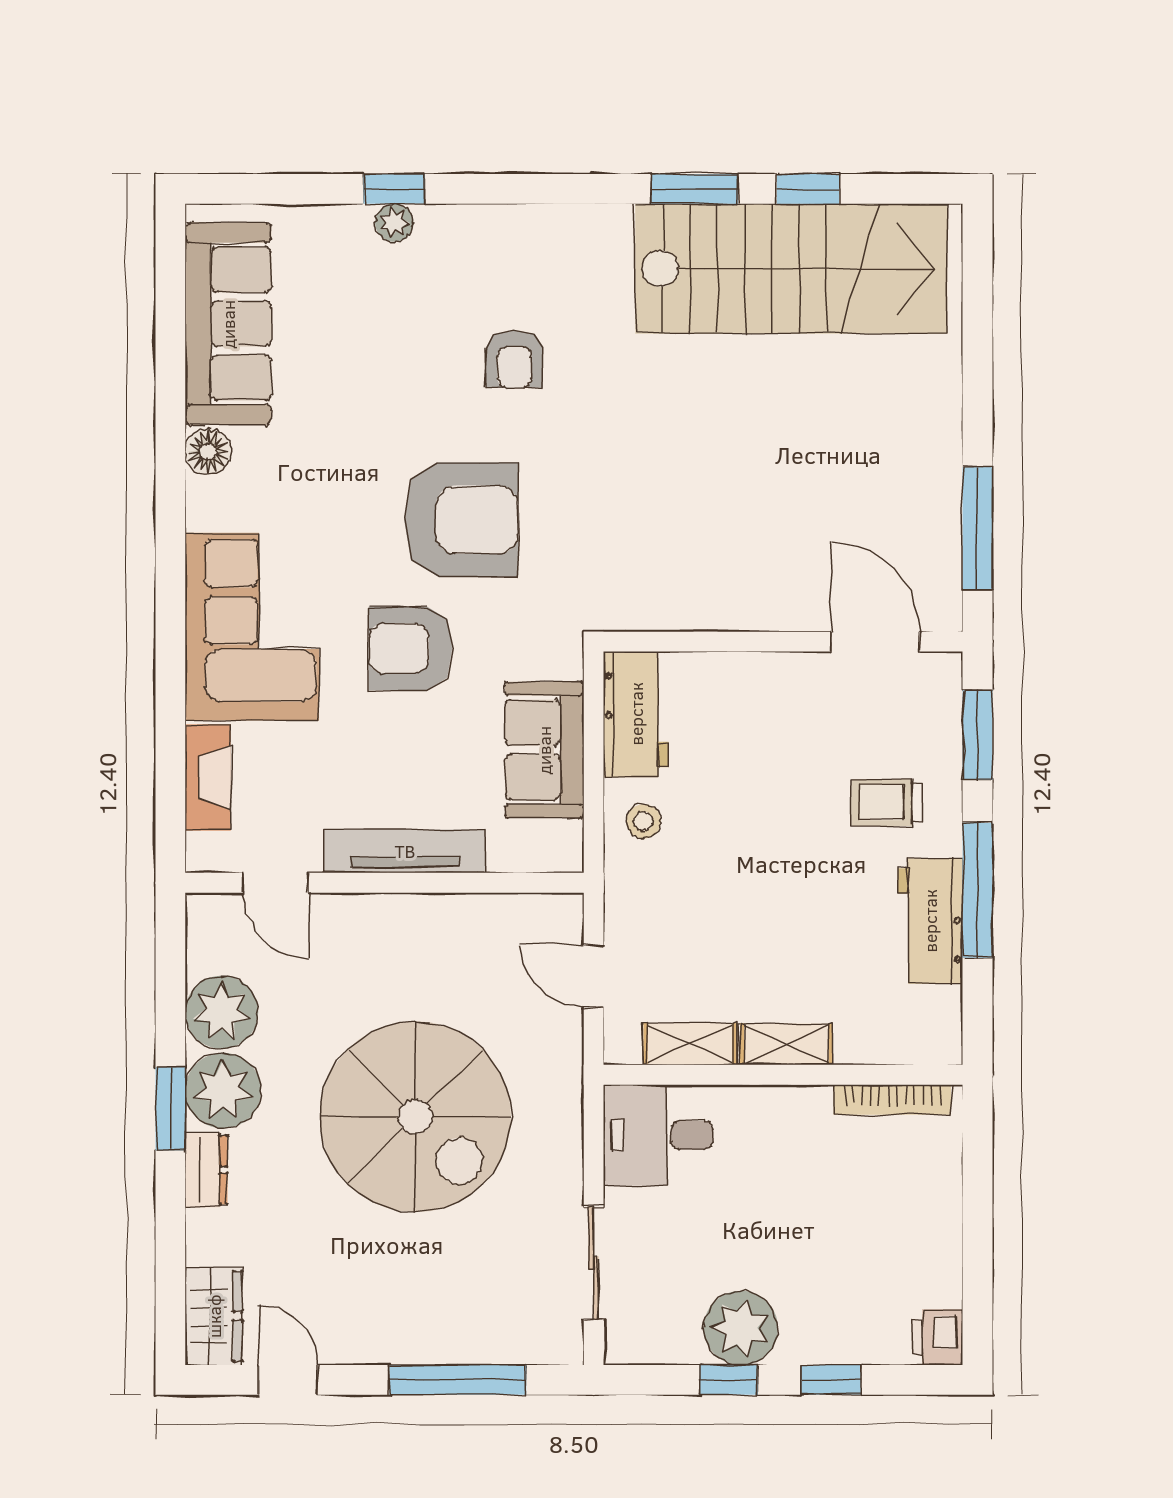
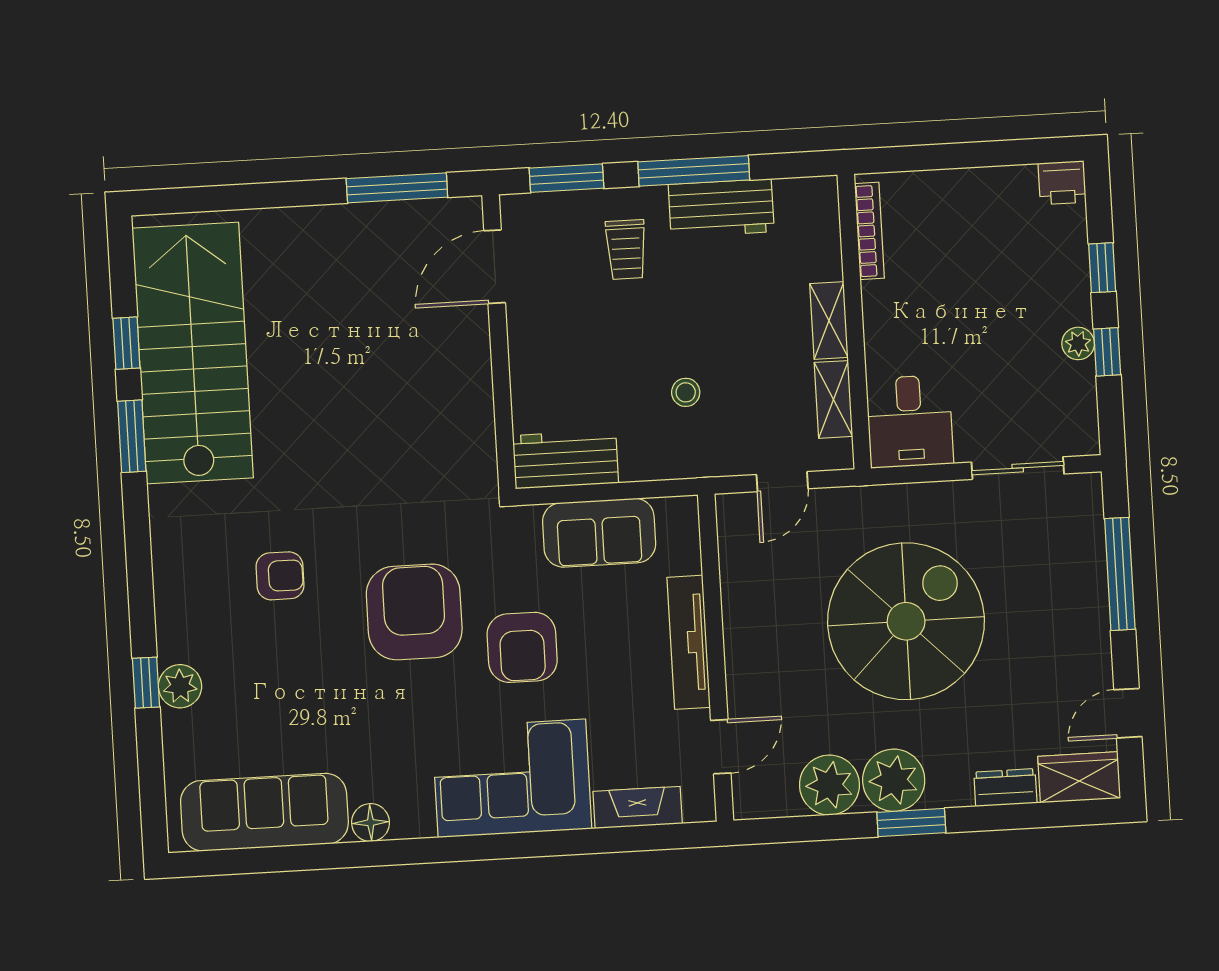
plant: (394, 223) -> (180, 686), width x1.38, depth x1.38
stool: (644, 821) -> (686, 392), moved
dresser: (206, 1170) -> (1005, 788), moved
plant: (741, 1328) -> (1078, 343), width x0.53, depth x0.53

